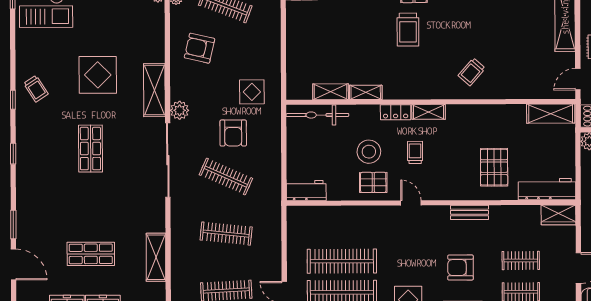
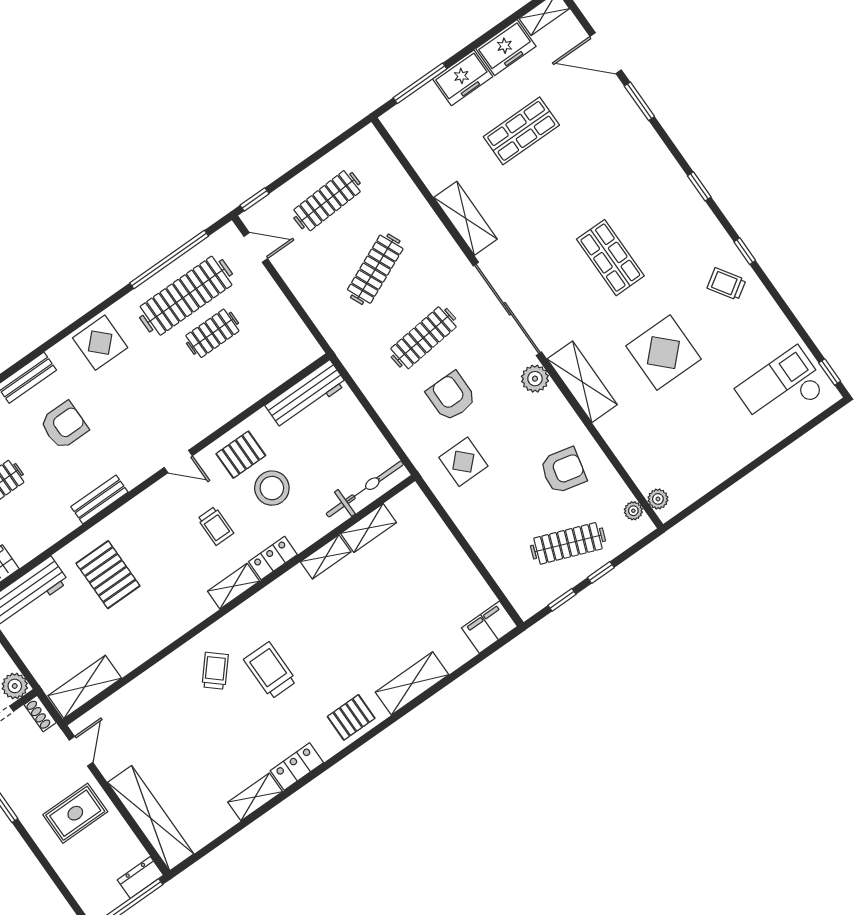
trolley: (408, 30) -> (270, 670), moved
clothes rail: (226, 177) -> (423, 338), turned -30
workbench: (306, 191) -> (306, 395), width x1.38
clothes rail: (226, 234) -> (375, 269), turned -30
shelving: (156, 257) -> (466, 218), moved
clothes rail: (342, 261) -> (212, 333), width x0.54, depth x0.76

